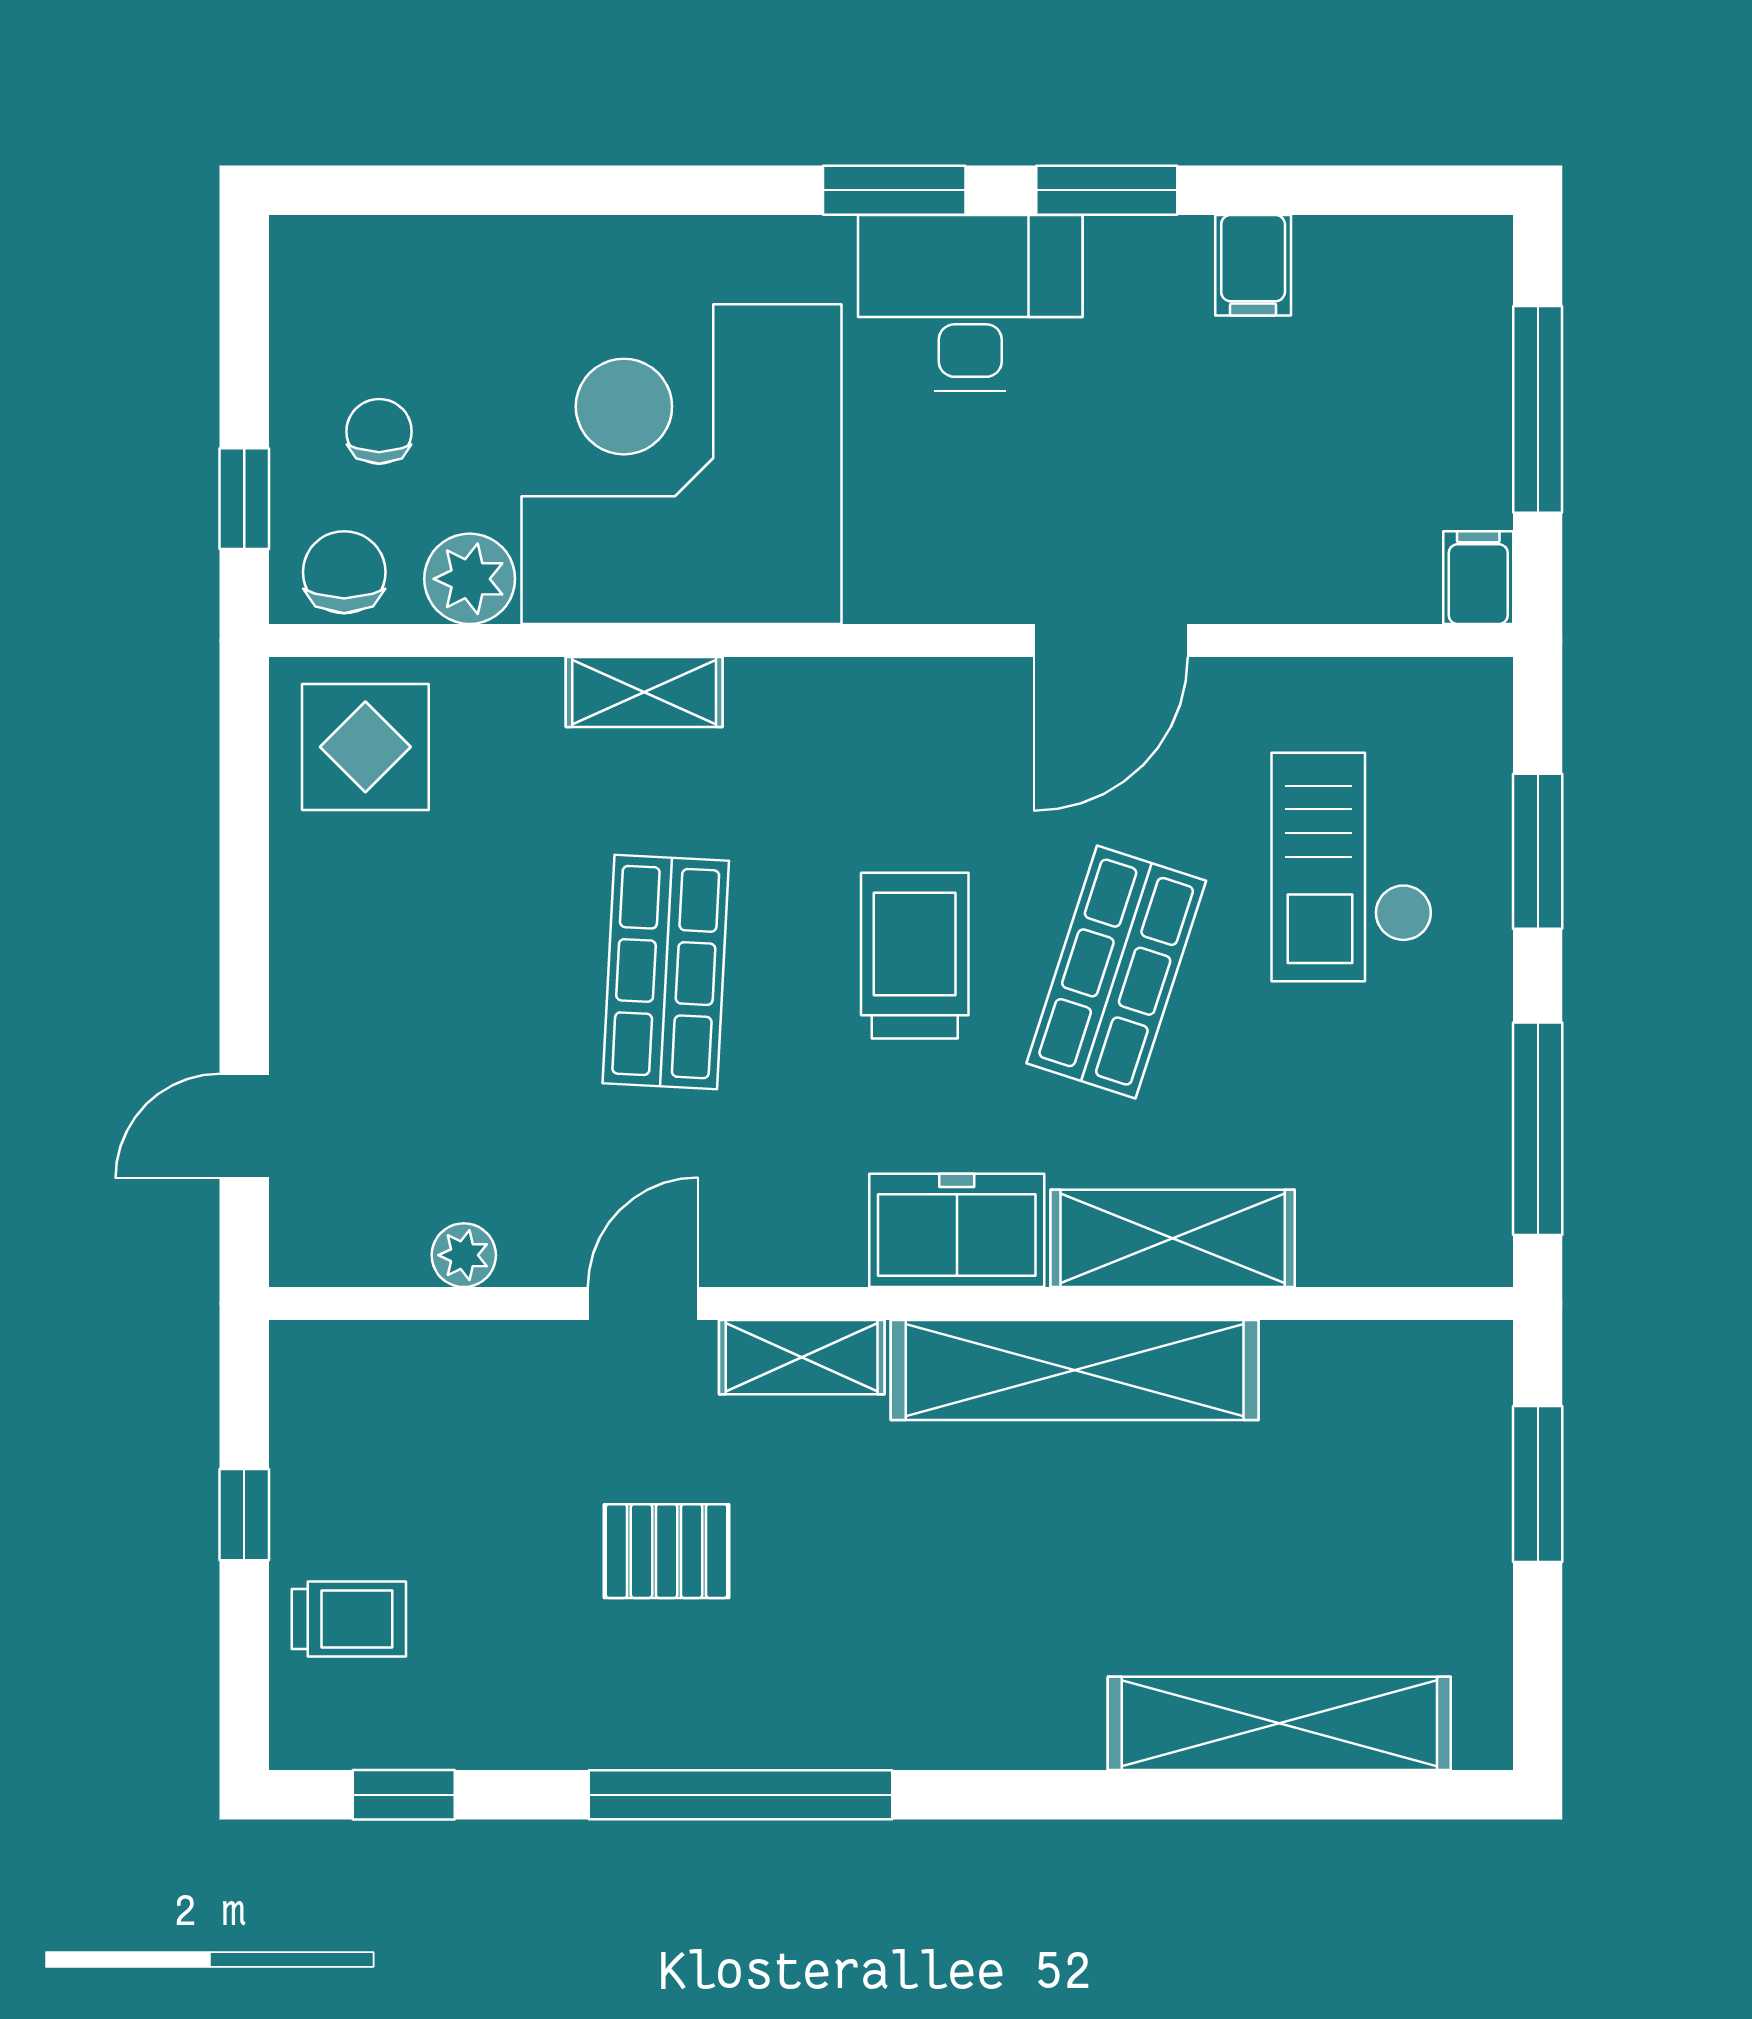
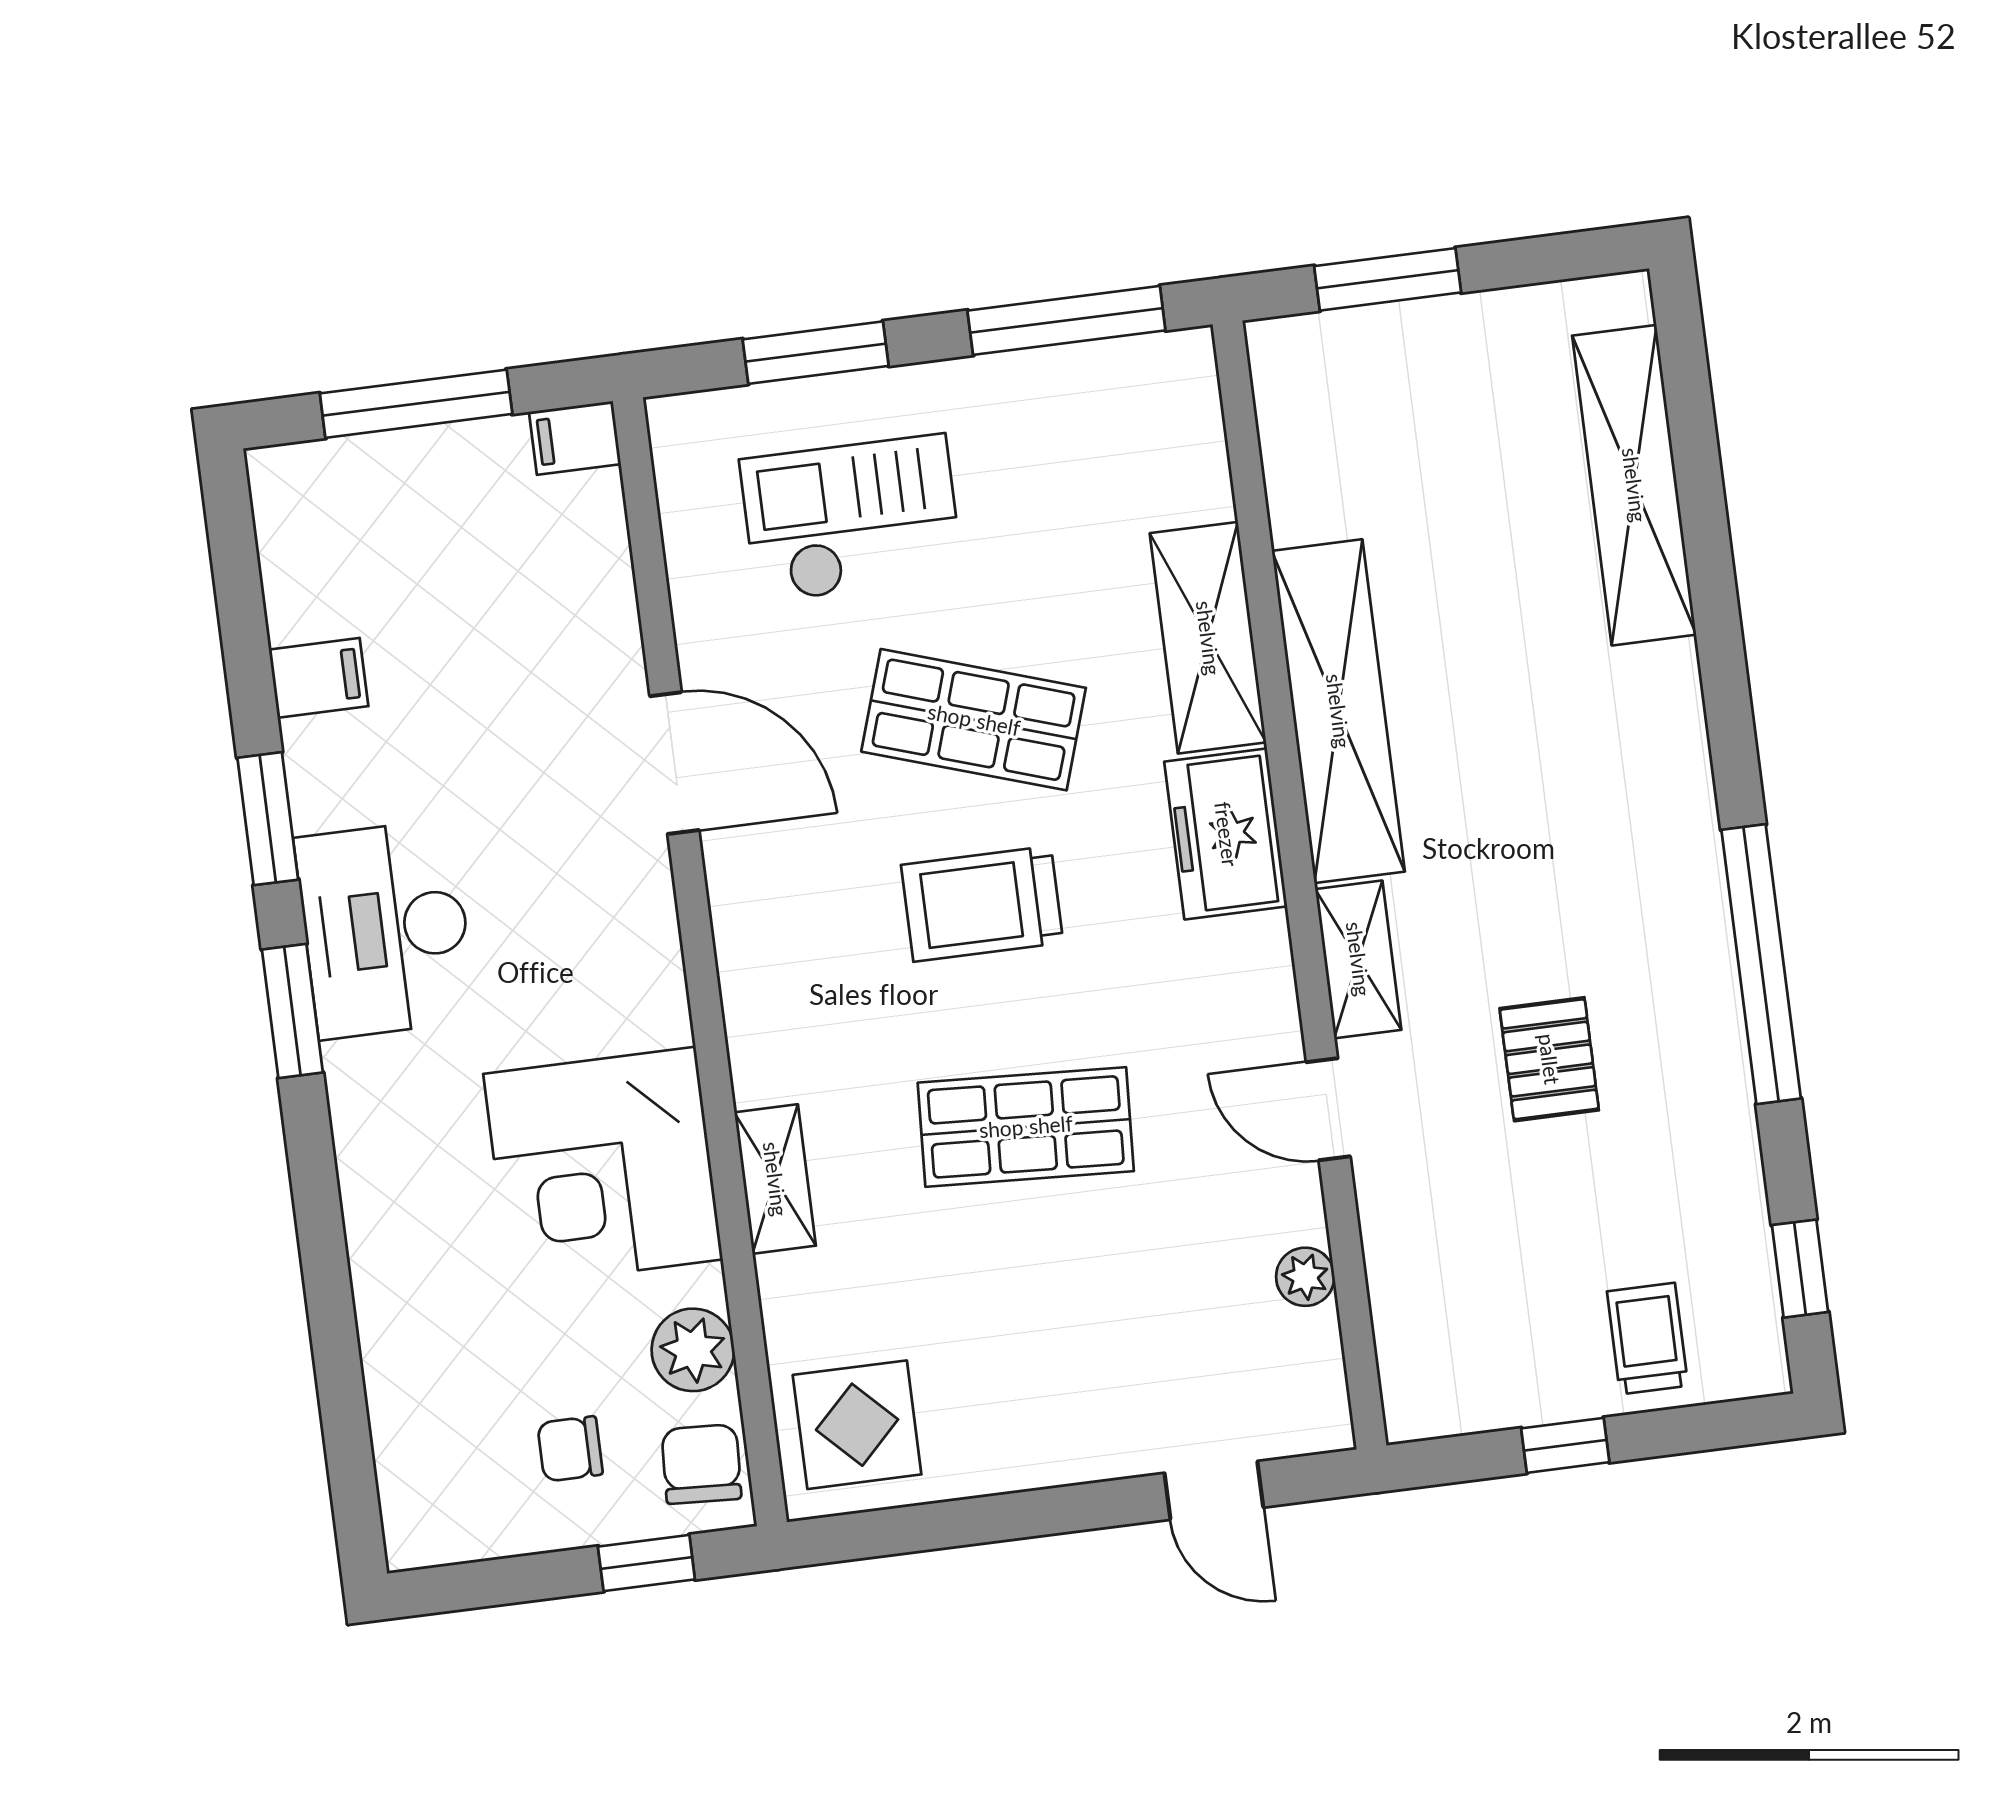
corner desk: (681, 464) -> (603, 1167), width x0.74, depth x0.74
chair: (344, 572) -> (701, 1464), turned 93
checkout: (1352, 867) -> (851, 519), turned 180

